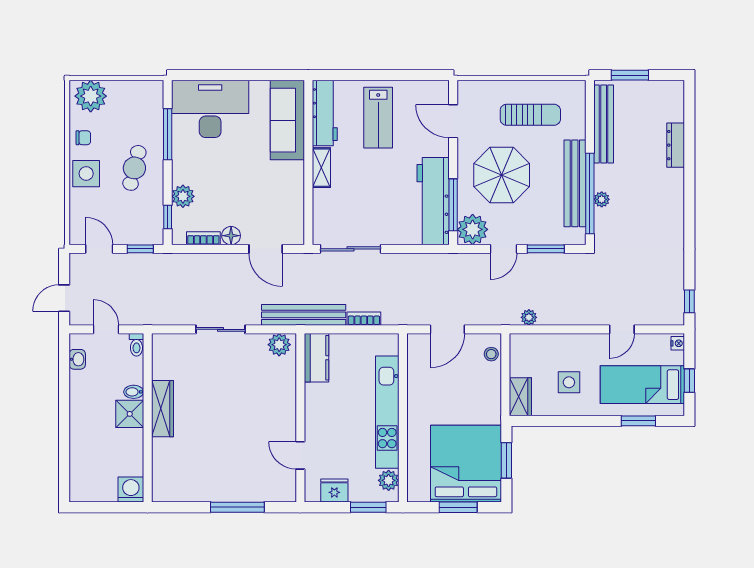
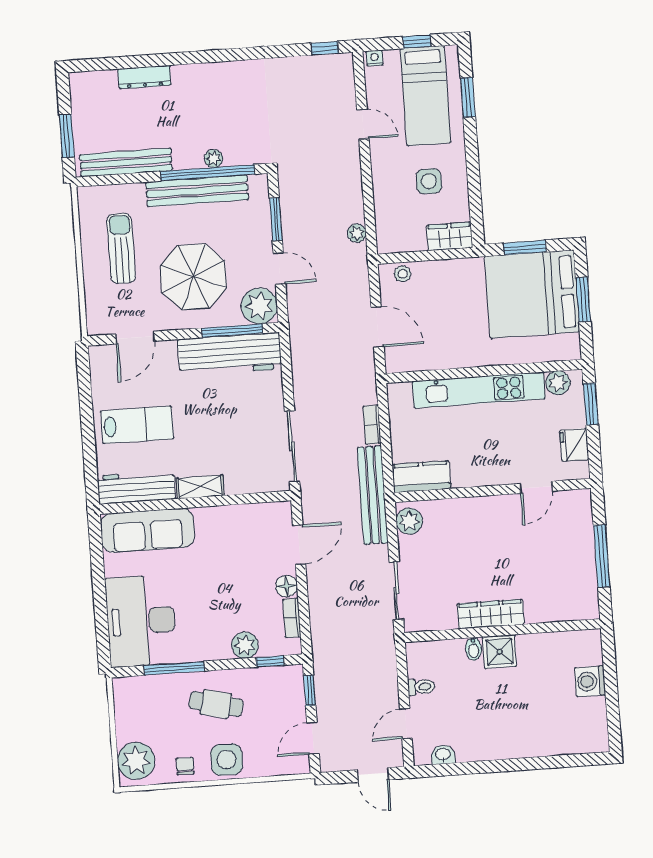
bidet: (134, 392) -> (474, 649), moved
wardrobe: (162, 409) -> (491, 614), moved
shower: (130, 414) -> (500, 652), moved
wall: (148, 418) -> (503, 631), moved

